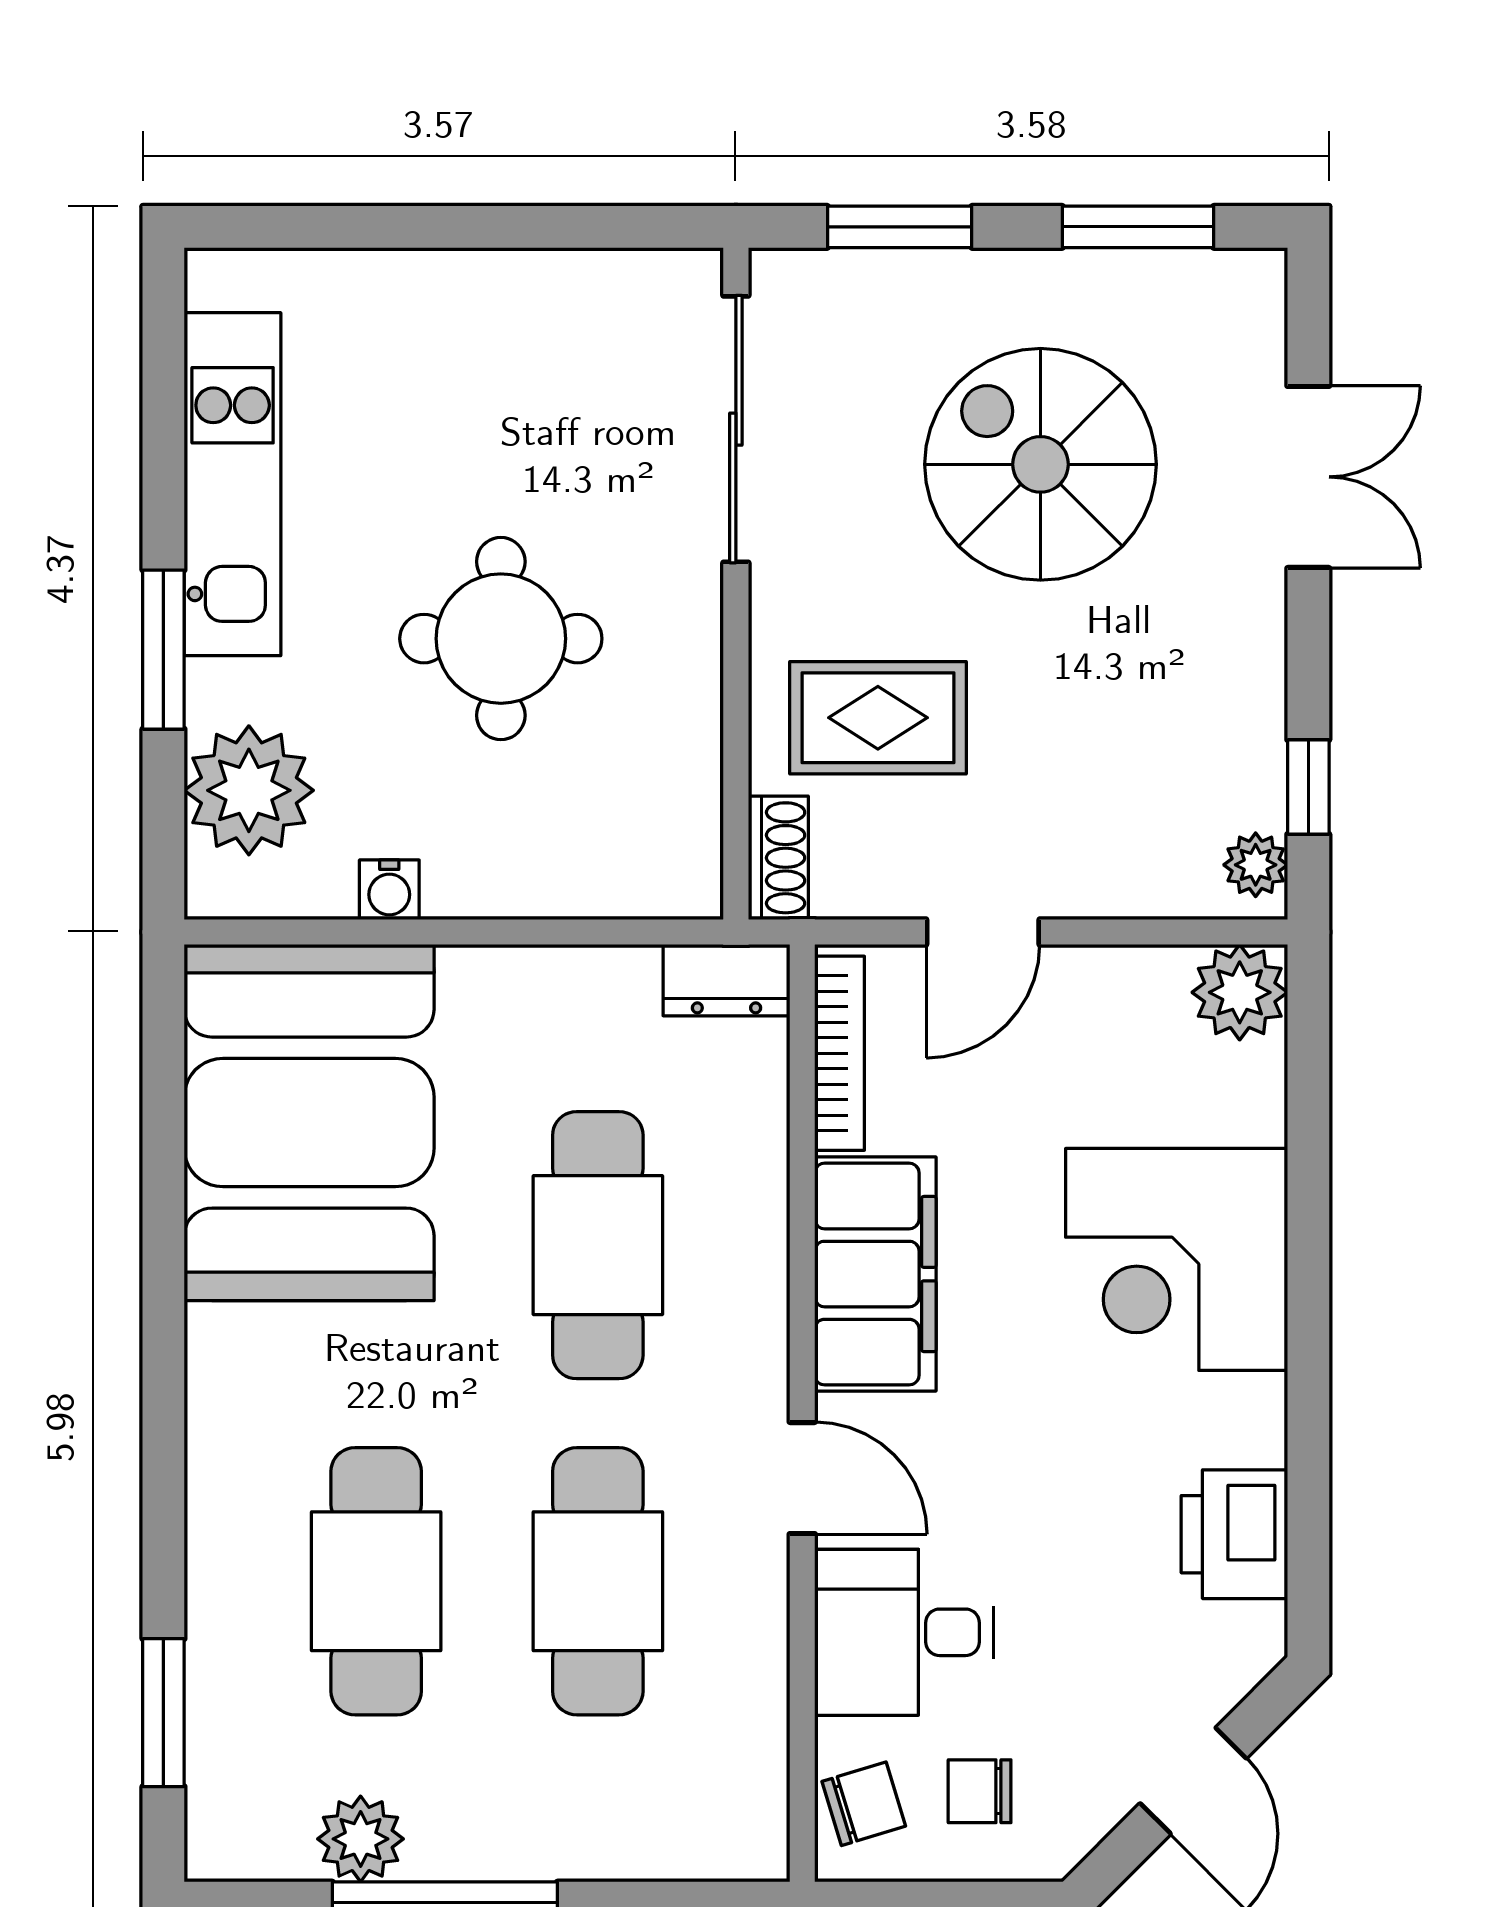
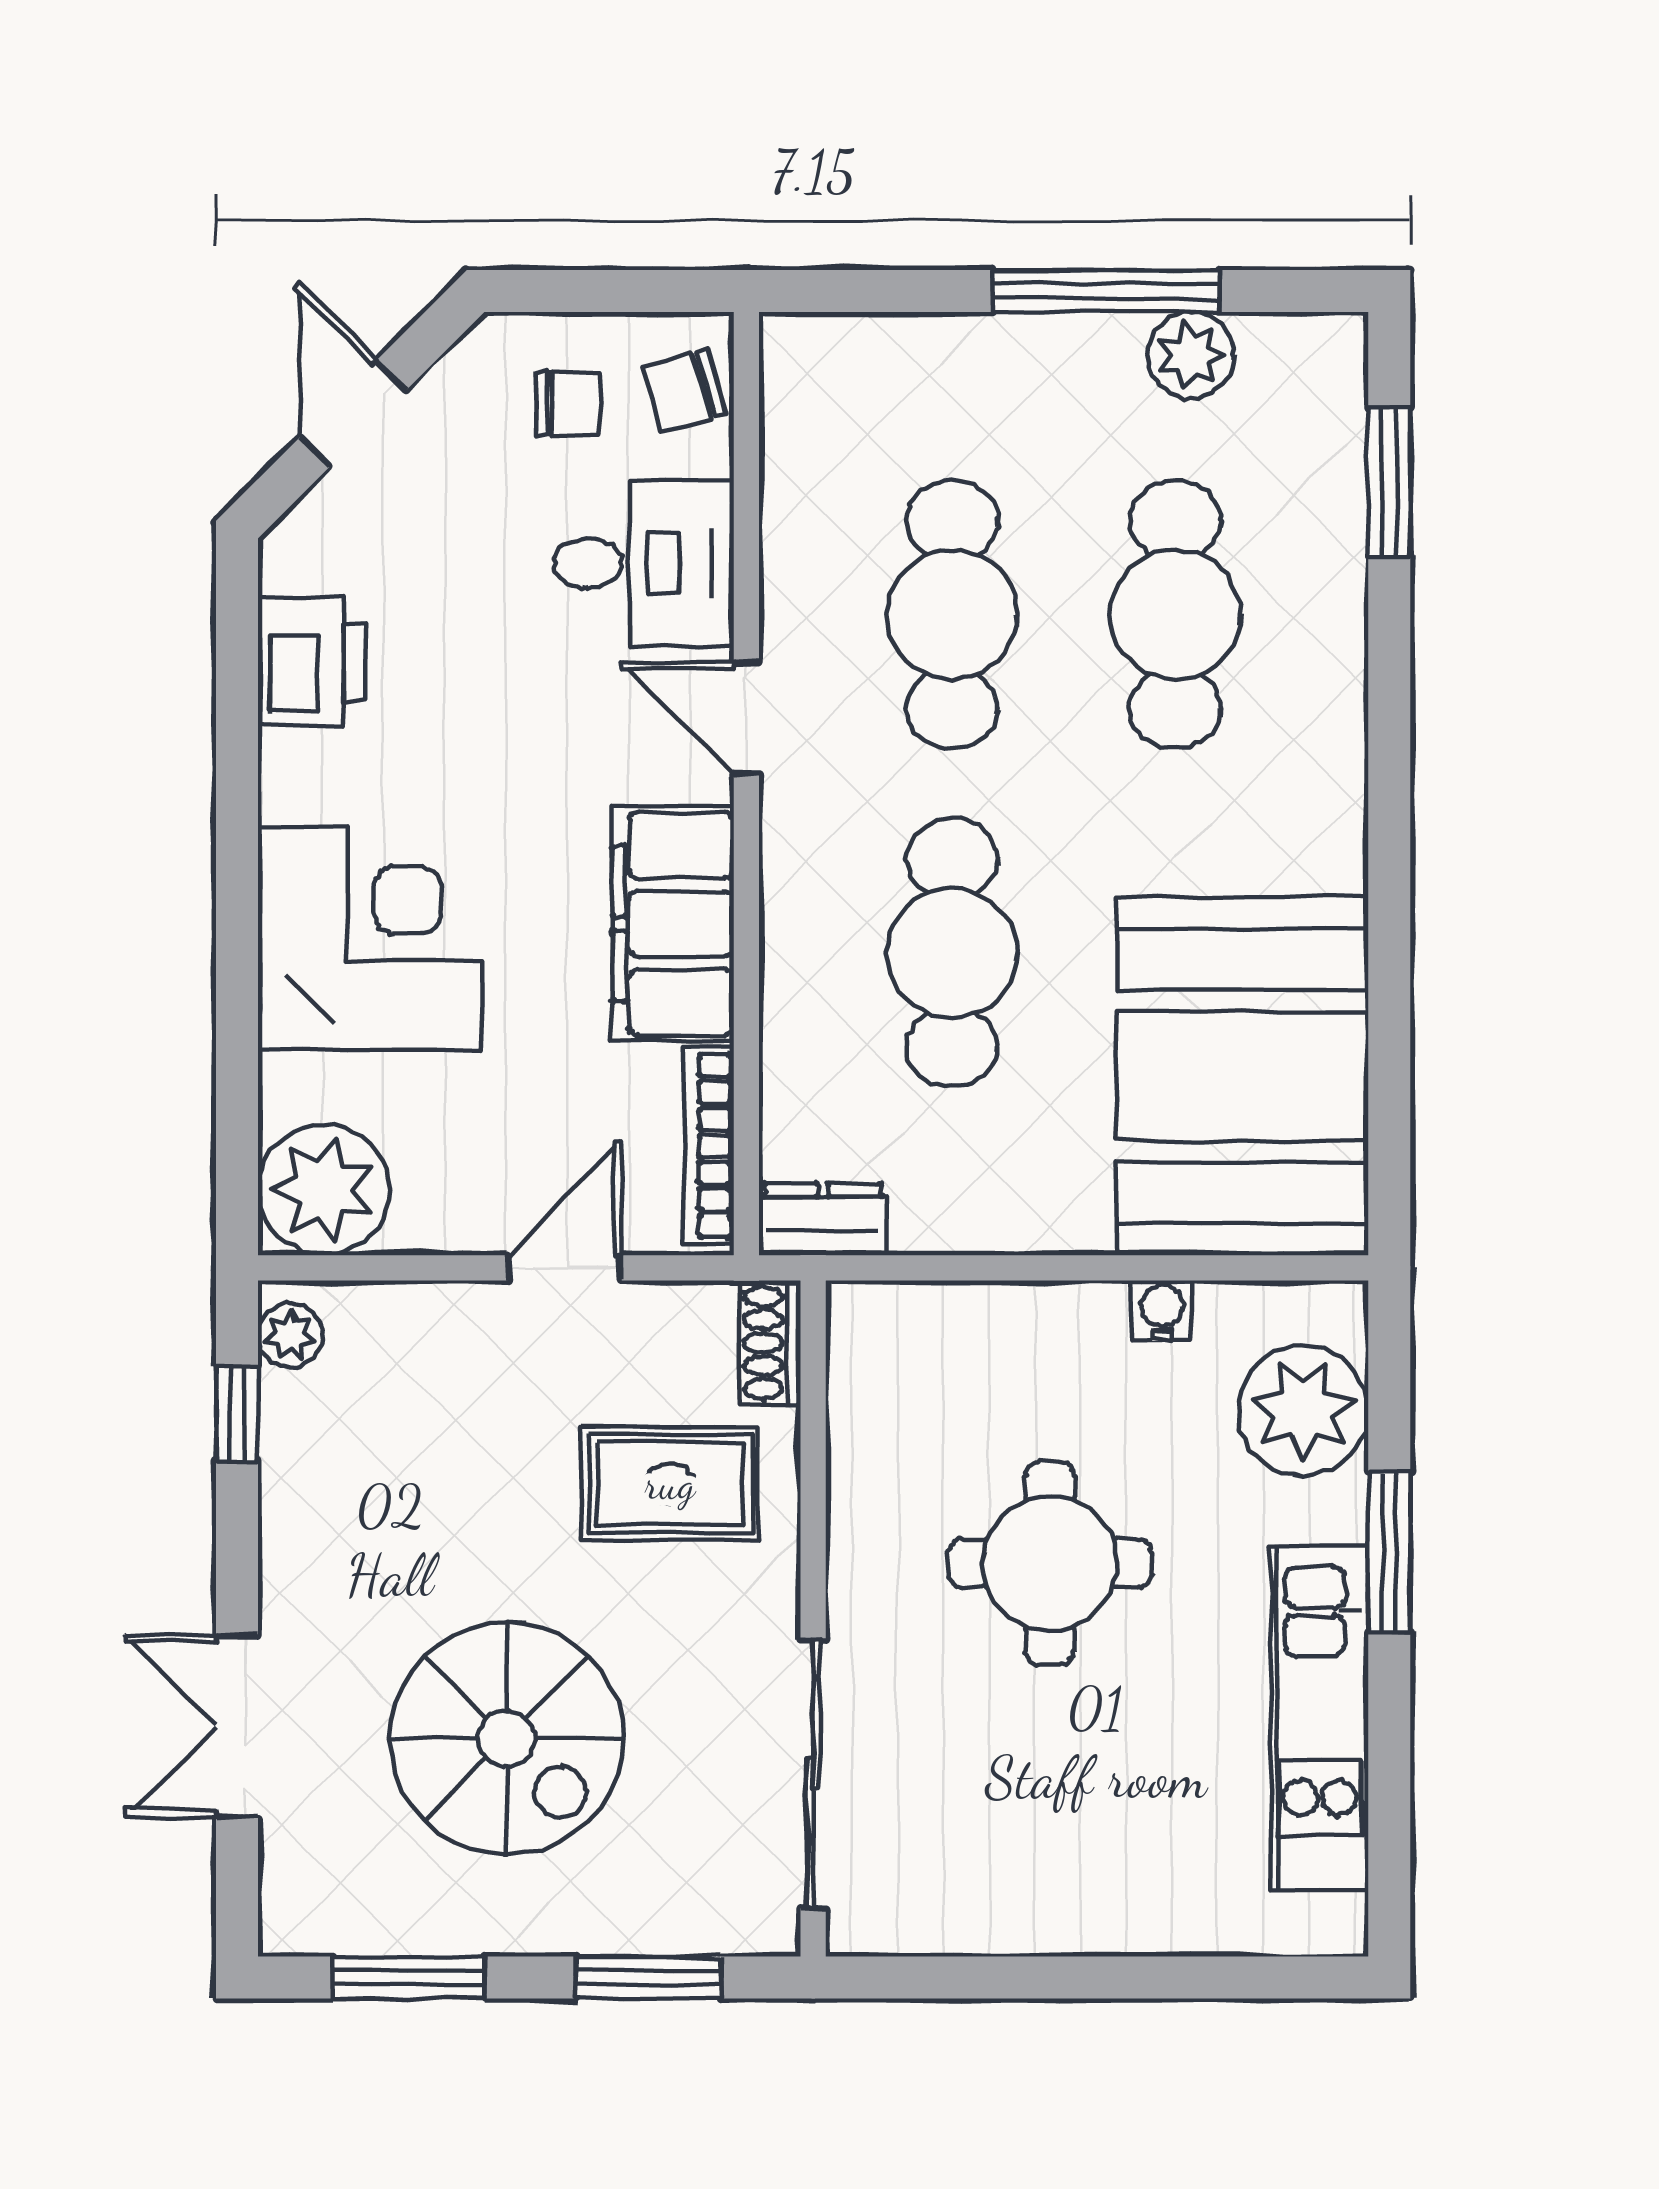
plant: (1240, 992) -> (324, 1190), width x1.36, depth x1.36

